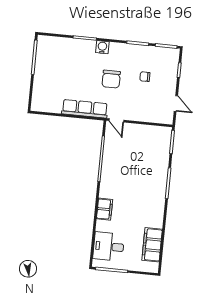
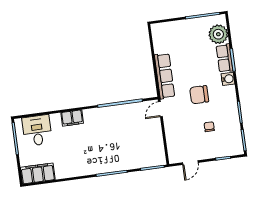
plant: (56, 46) -> (218, 34), added
row of seats: (81, 46) -> (225, 58), added
filing cabinet: (152, 245) -> (38, 173), moved

